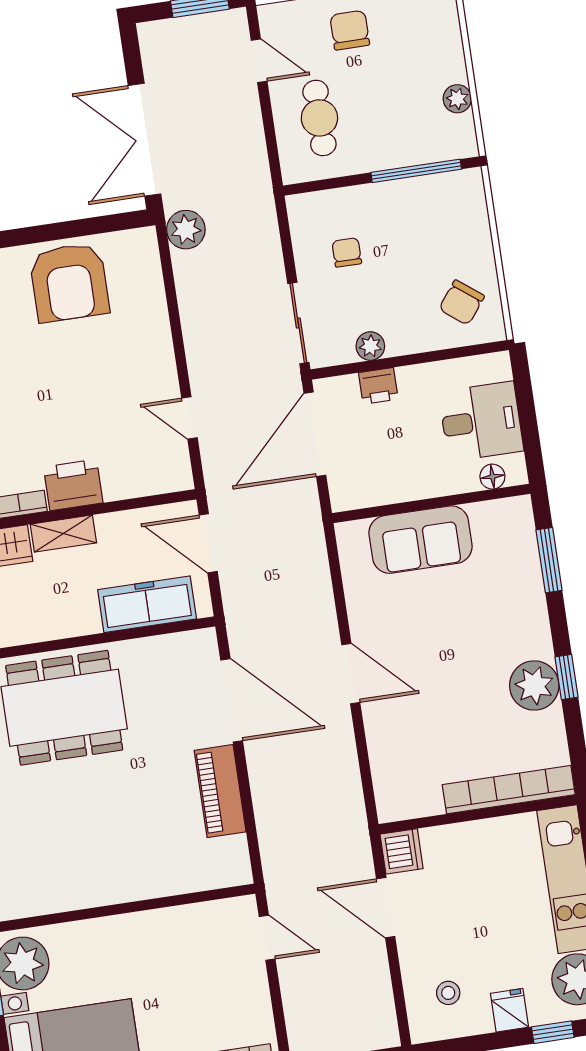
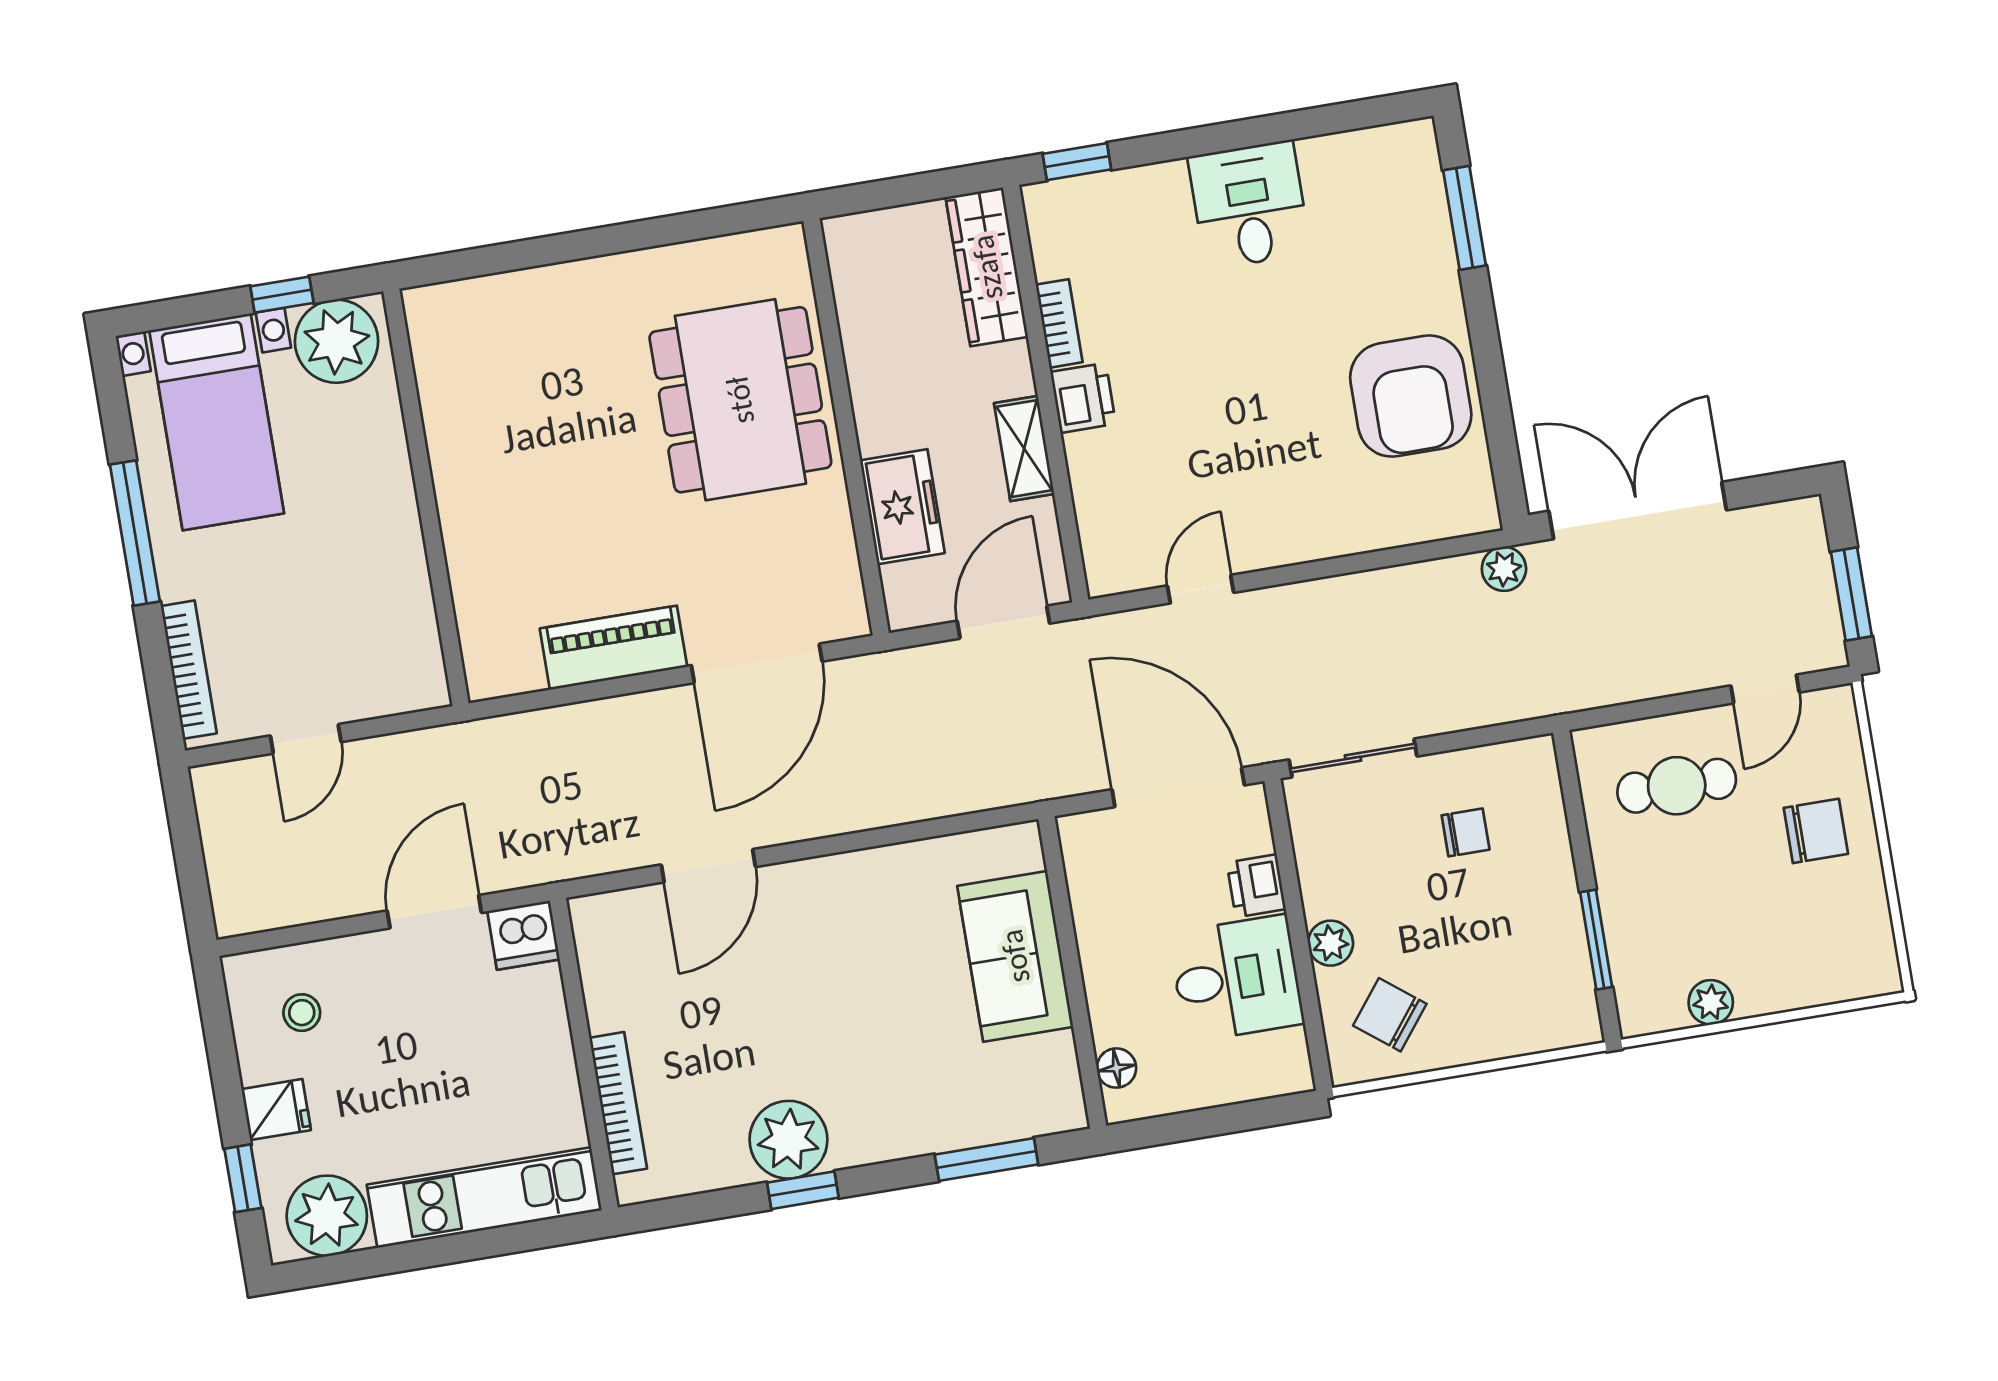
window: (416, 171) -> (1596, 940), width x0.69
plant: (186, 230) -> (1504, 569), width x0.73, depth x0.73
armchair: (69, 282) -> (1411, 396), turned -90
plant: (370, 346) -> (1331, 943), moved
desk: (481, 421) -> (1236, 978), moved, turned -90
printer: (73, 485) -> (1083, 398), width x0.73, depth x0.81
shelving: (63, 534) -> (1024, 449), moved
freezer: (147, 604) -> (902, 507), width x0.71
door: (351, 674) -> (708, 866), moved
bookcase: (509, 790) -> (618, 1103), width x0.68, depth x0.76
door: (267, 938) -> (306, 739), moved

